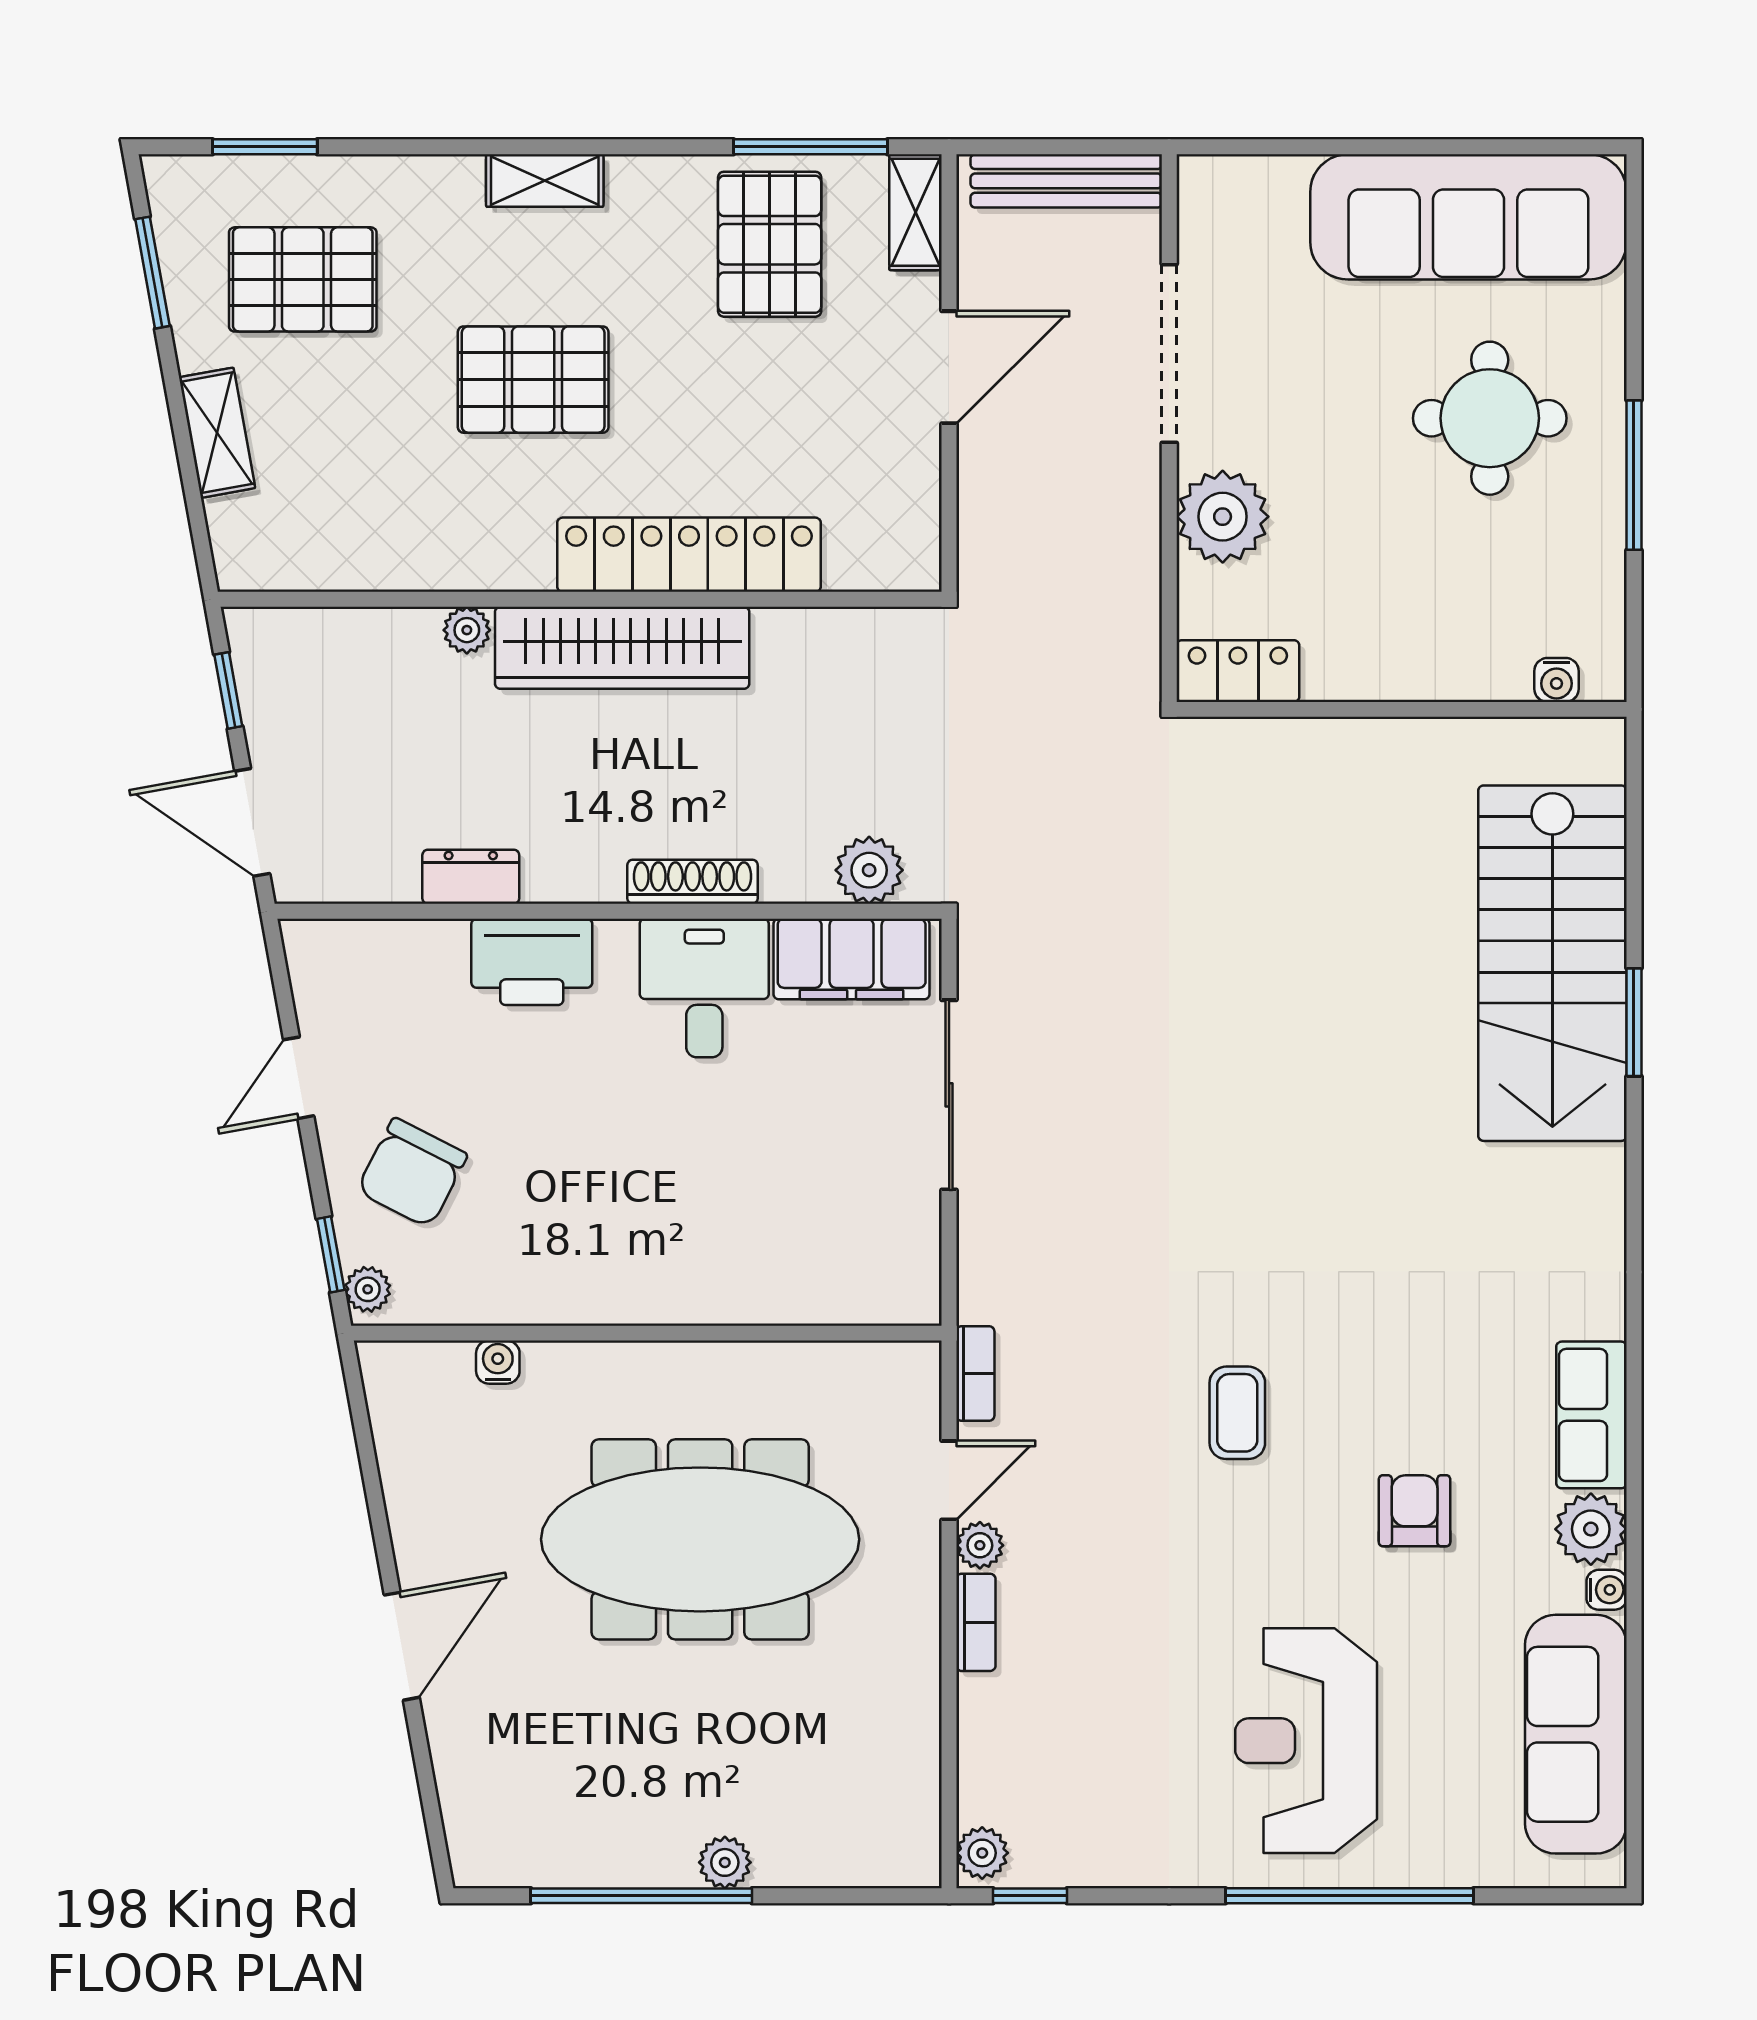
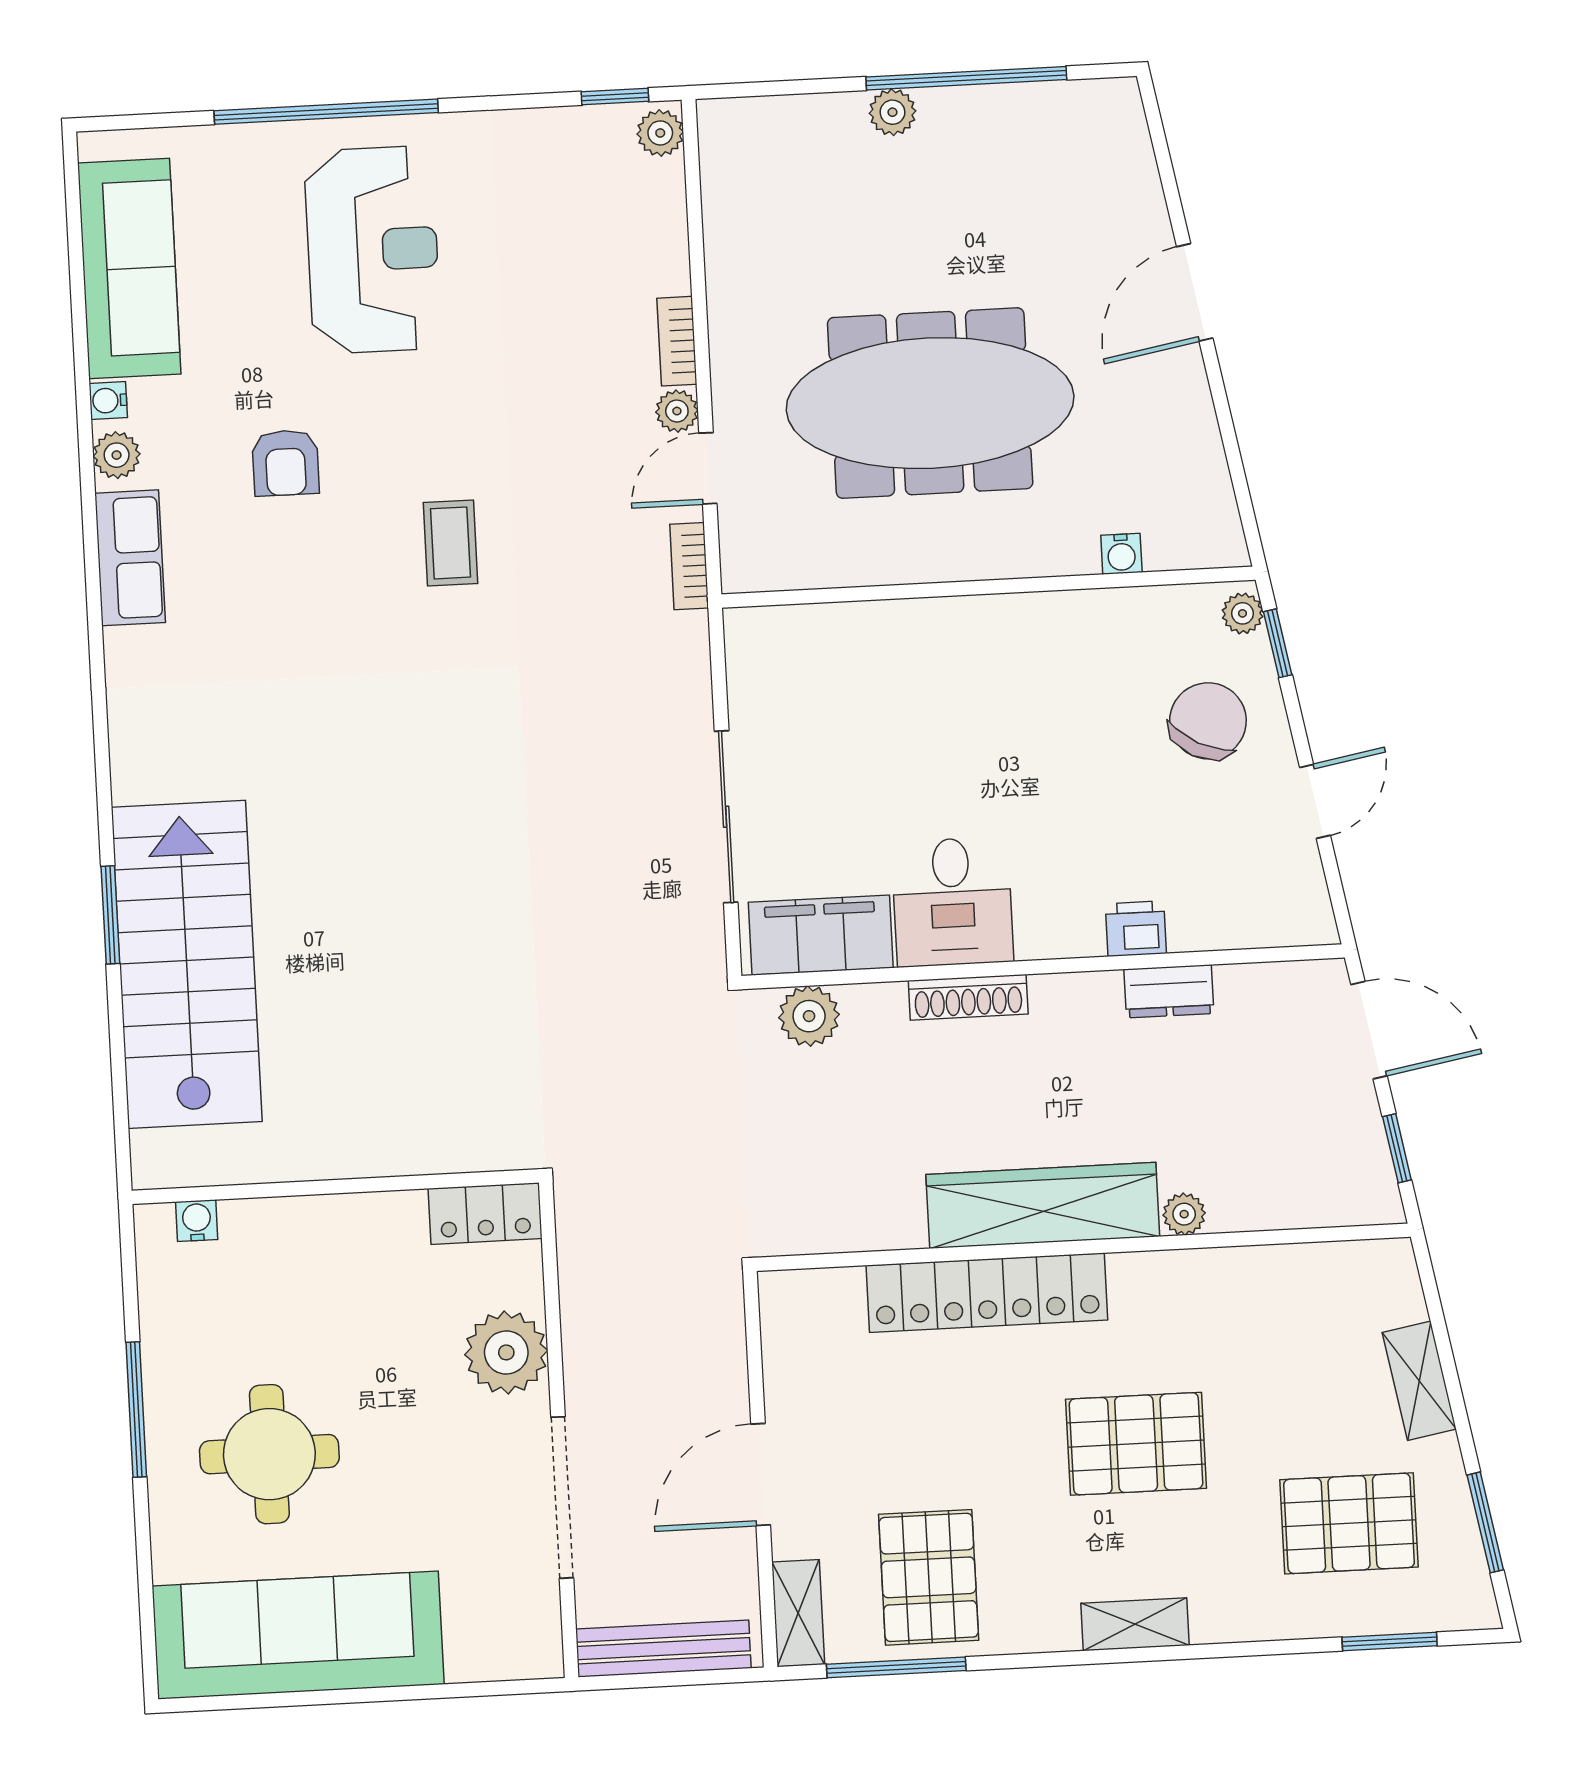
printer: (532, 962) -> (1136, 929), width x0.53, depth x0.68
plant: (1591, 1529) -> (117, 455), width x0.73, depth x0.73

